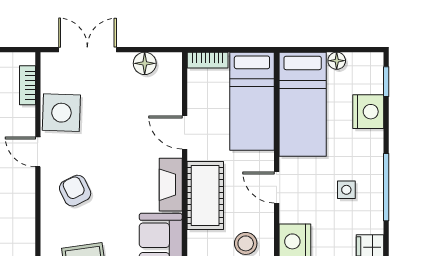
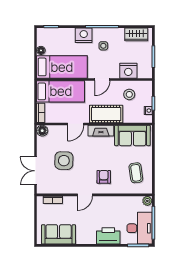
floor lamp: (145, 63) -> (42, 131), moved
nightstand: (368, 112) -> (84, 35), moved
side table: (61, 113) -> (64, 161), moved
armchair: (75, 191) -> (104, 177), turned 116

